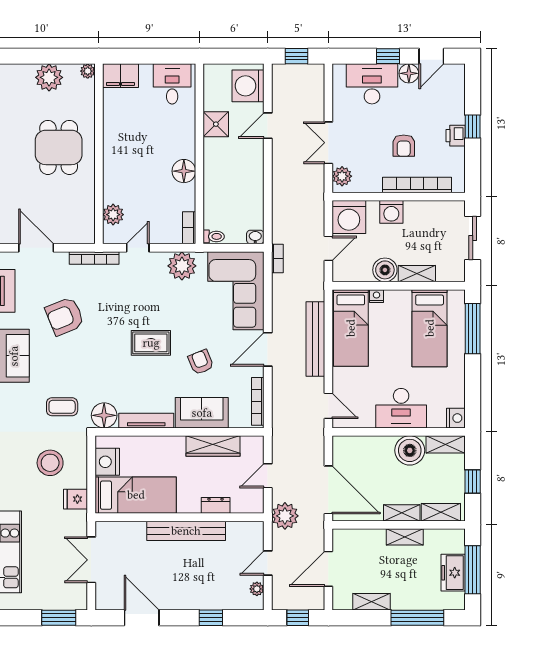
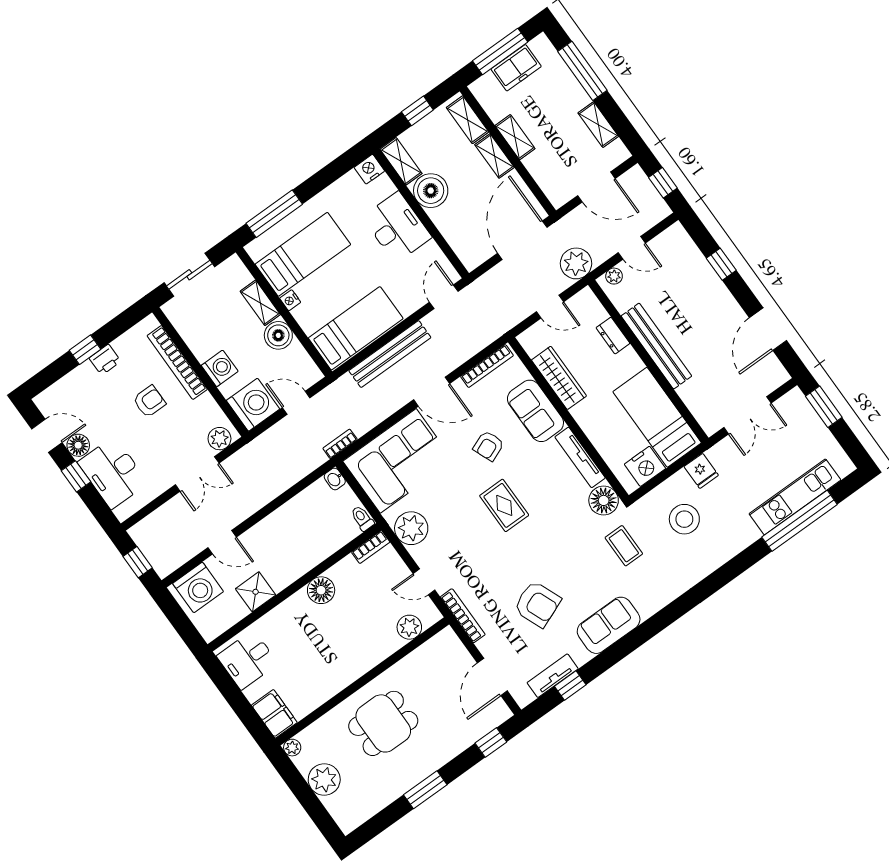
nightstand: (377, 296) -> (290, 300), moved
plant: (257, 589) -> (614, 276), moved

